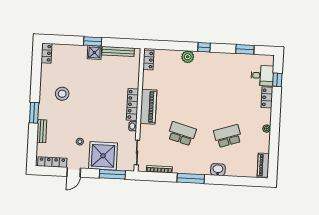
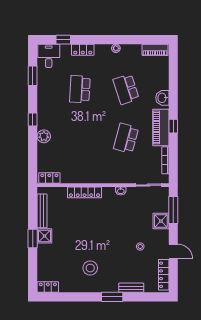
desk: (262, 76) -> (49, 56), moved
school desk: (230, 93) -> (80, 89), added
locker: (133, 104) -> (85, 192), moved
piano: (148, 107) -> (161, 127), moved, turned -90
shower: (103, 156) -> (161, 221), width x0.54, depth x0.54
window: (191, 178) -> (173, 126), width x0.46

